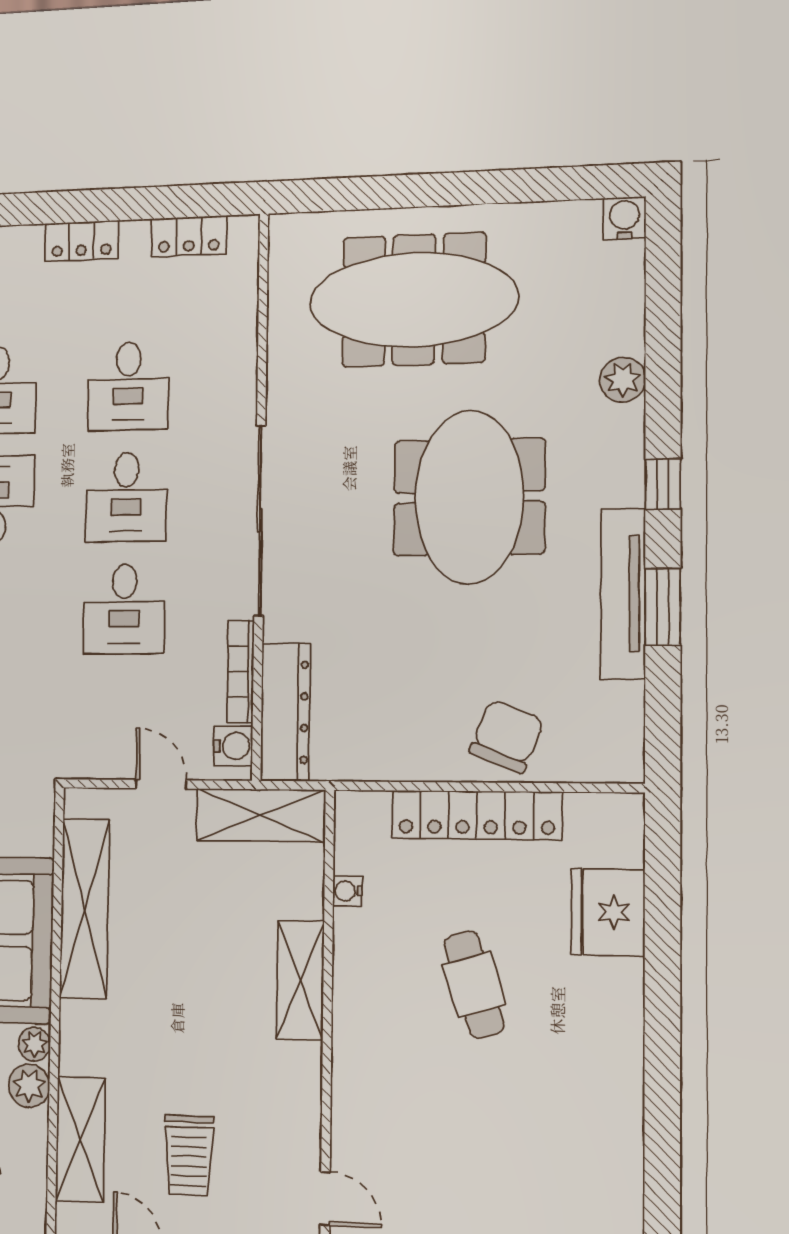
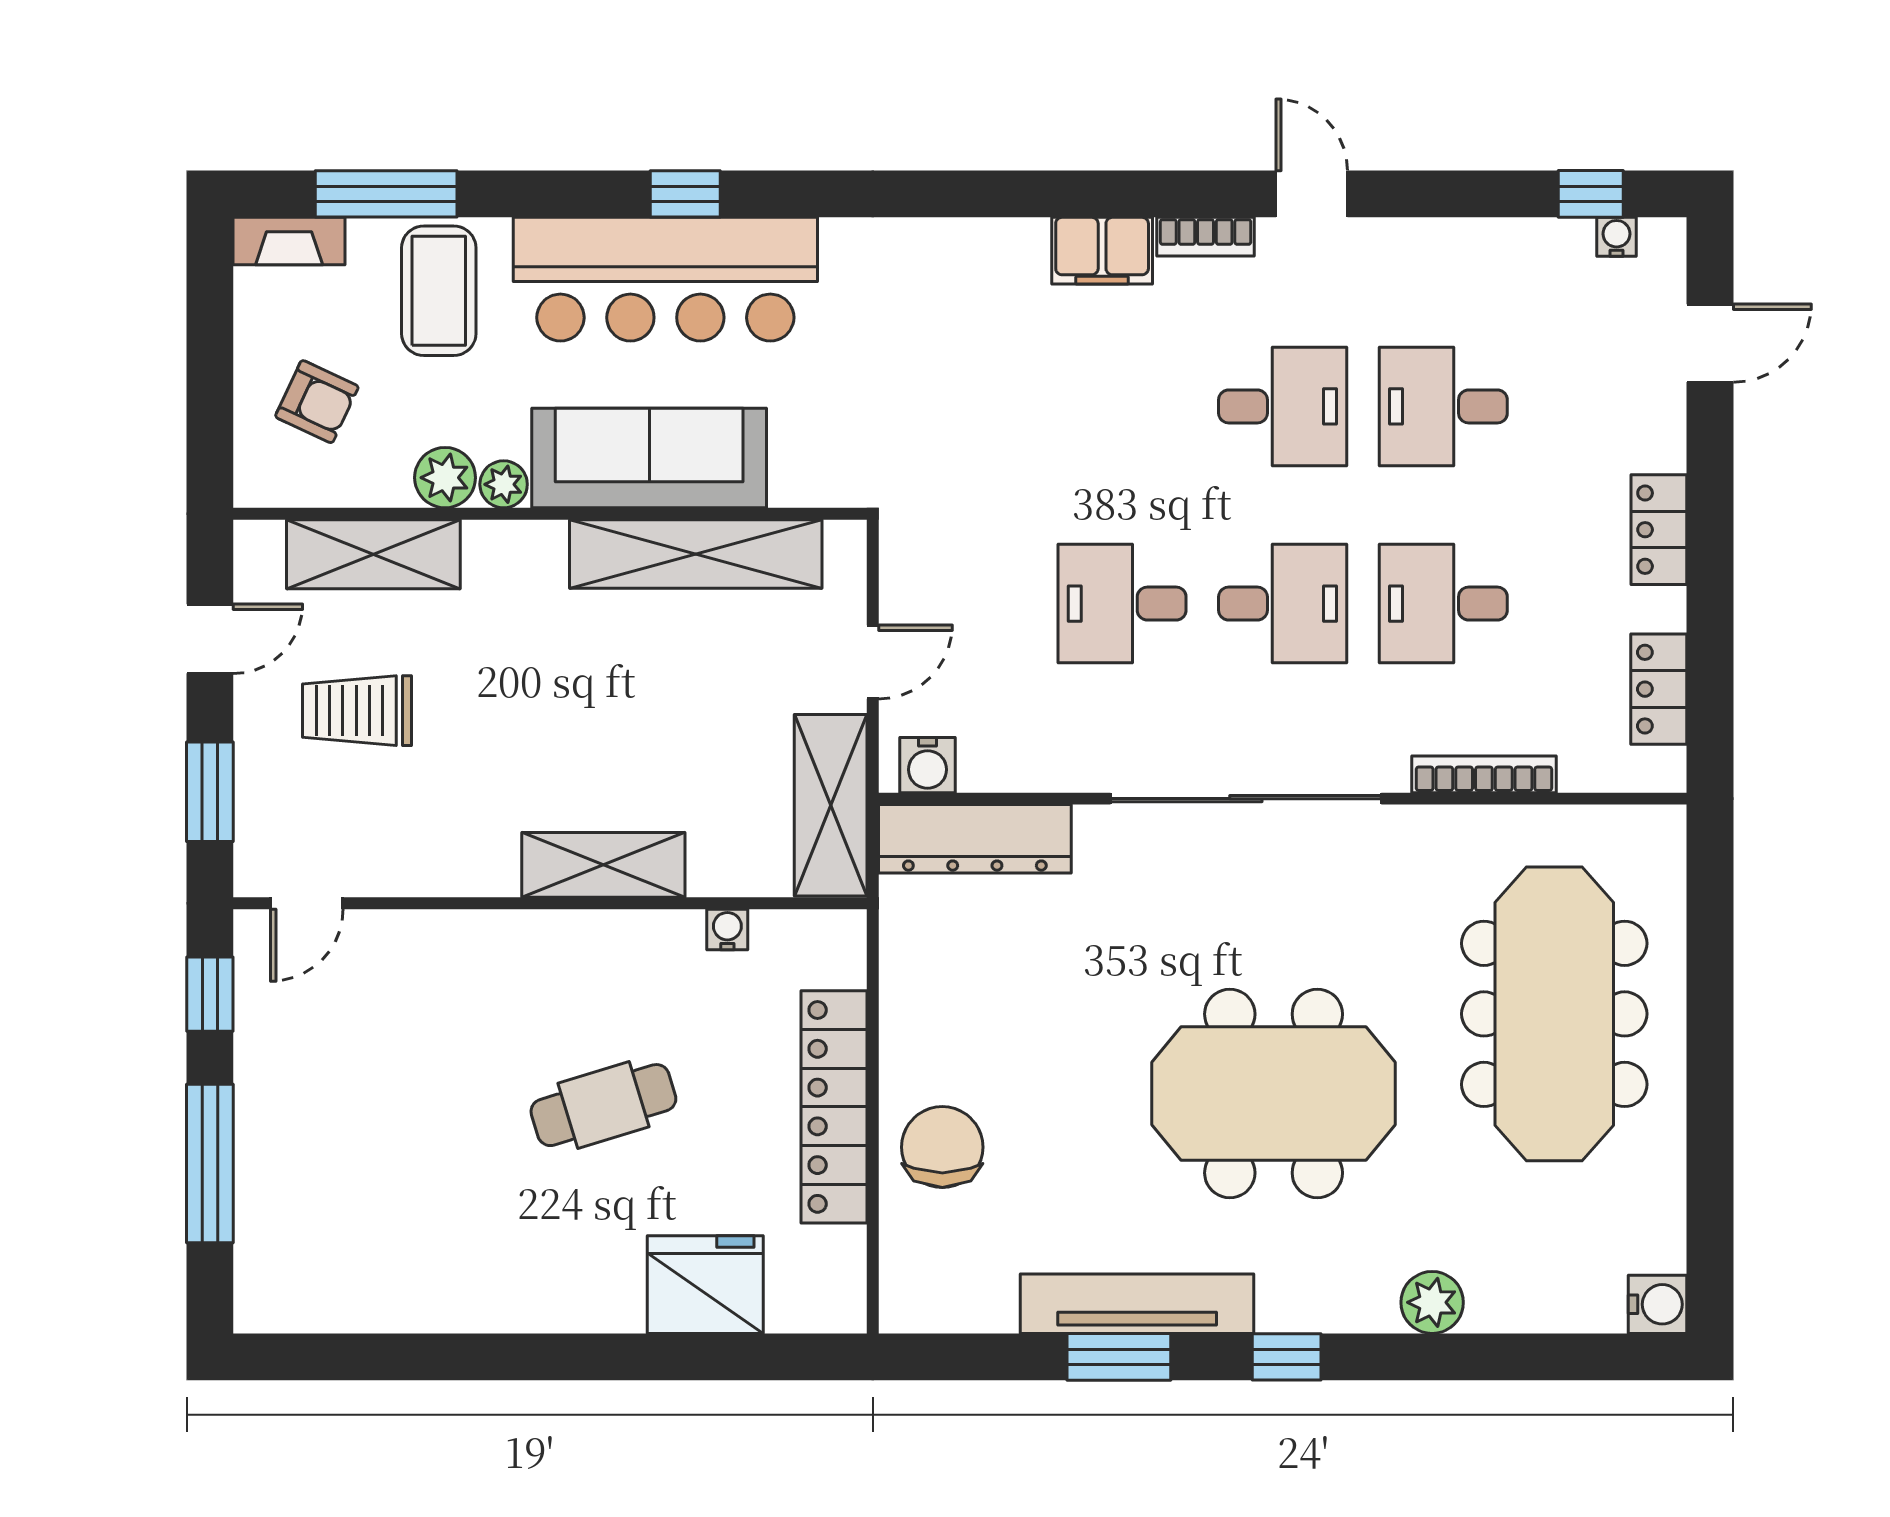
desk: (126, 497) -> (1283, 604), turned 180
bookcase: (241, 672) -> (1484, 774), moved
chair: (507, 736) -> (942, 1147), turned -112

